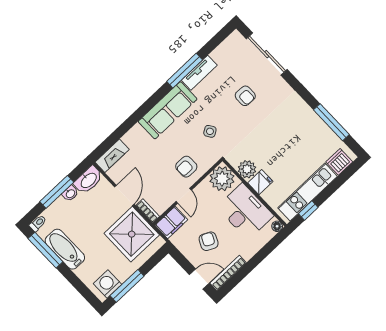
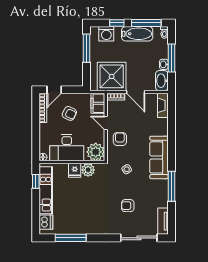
tv unit: (199, 73) -> (163, 221), moved
window: (73, 279) -> (117, 23), added
washing machine: (108, 284) -> (106, 34), moved, turned 90

